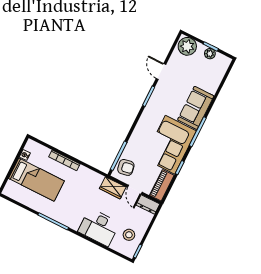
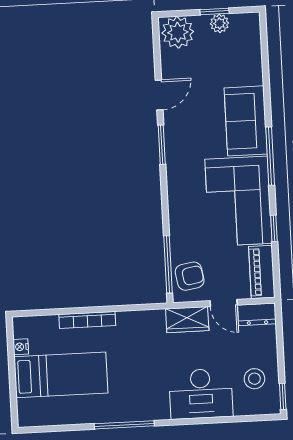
door: (161, 71) -> (159, 95), swing flipped

